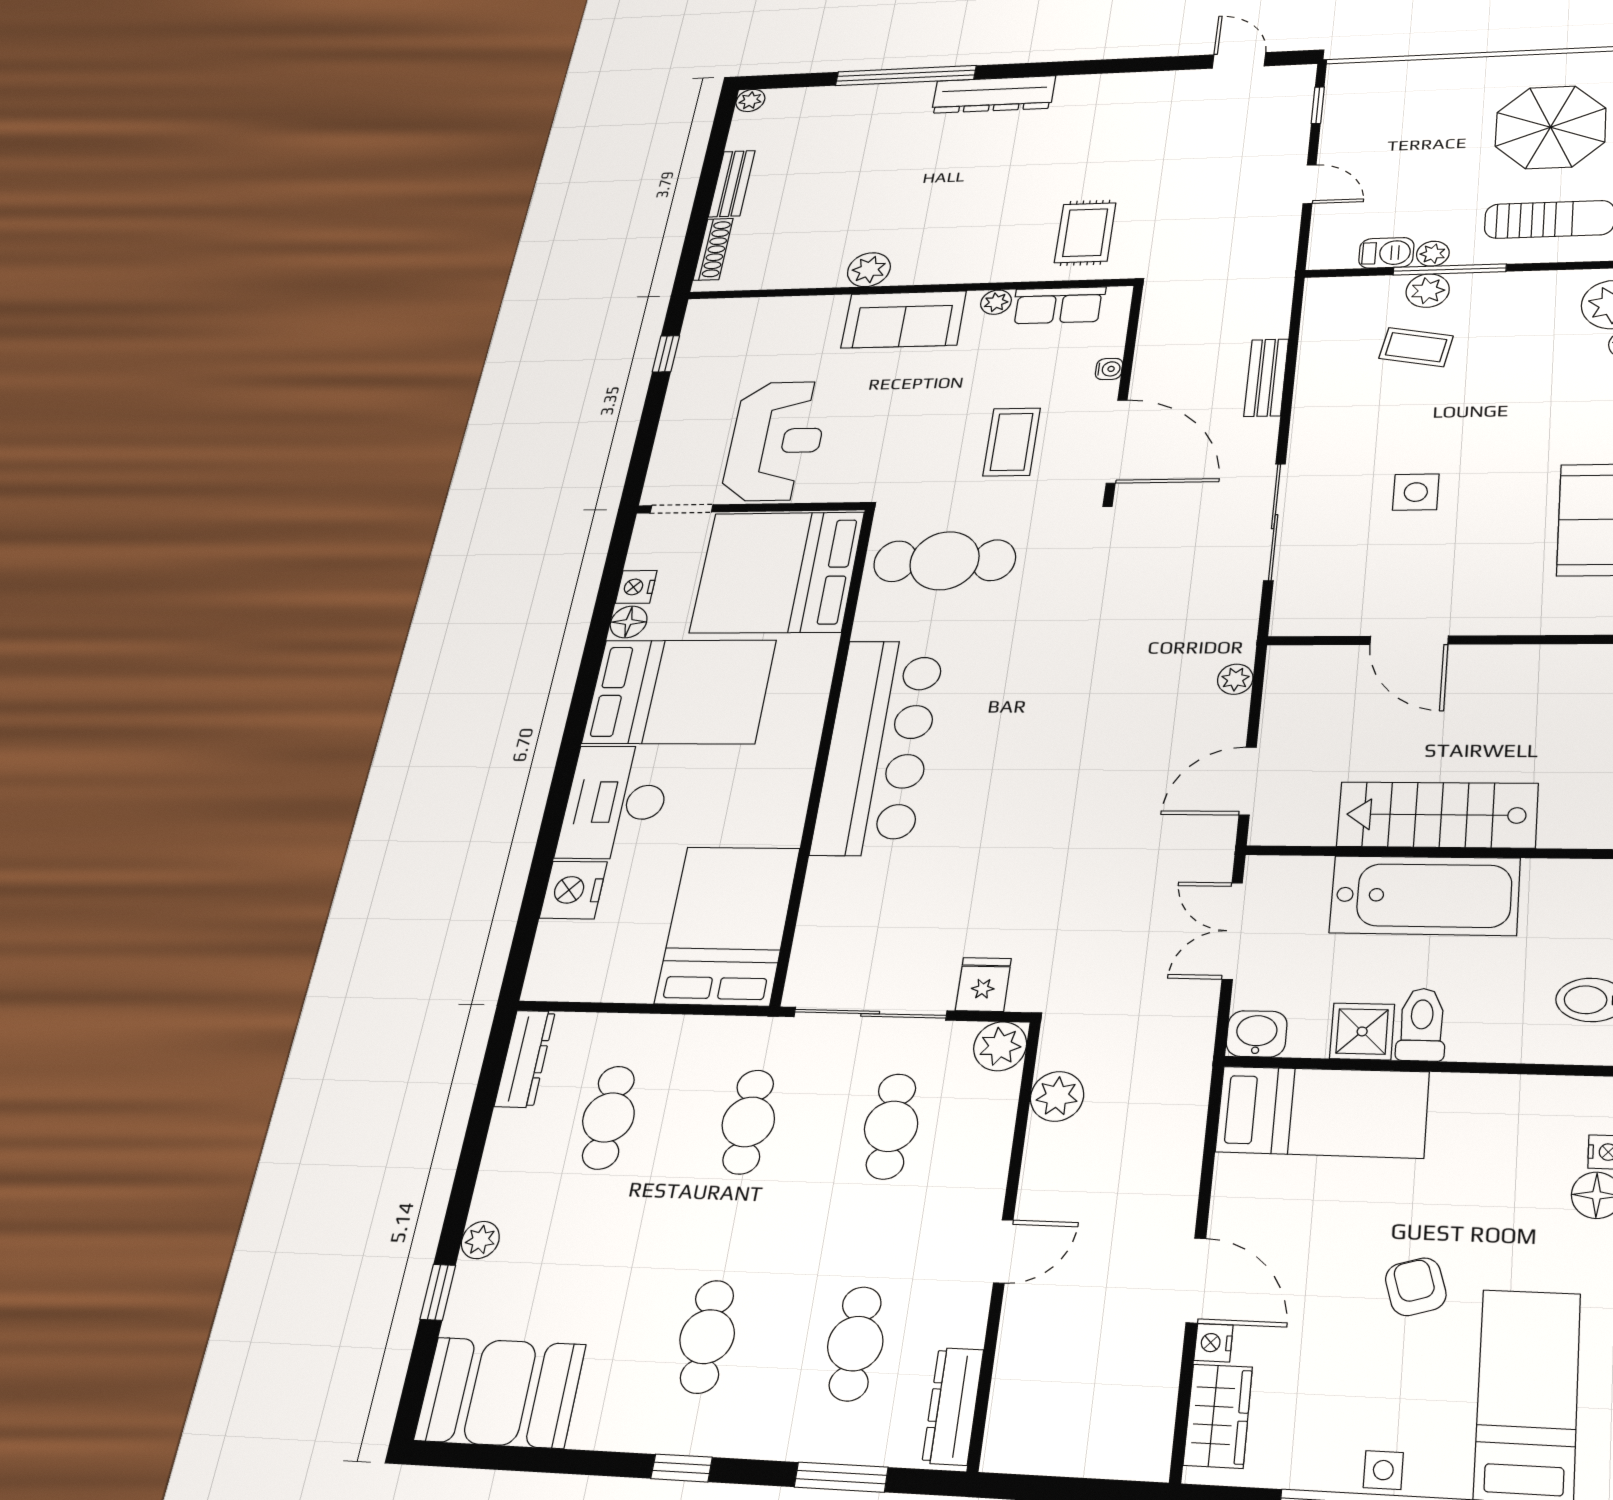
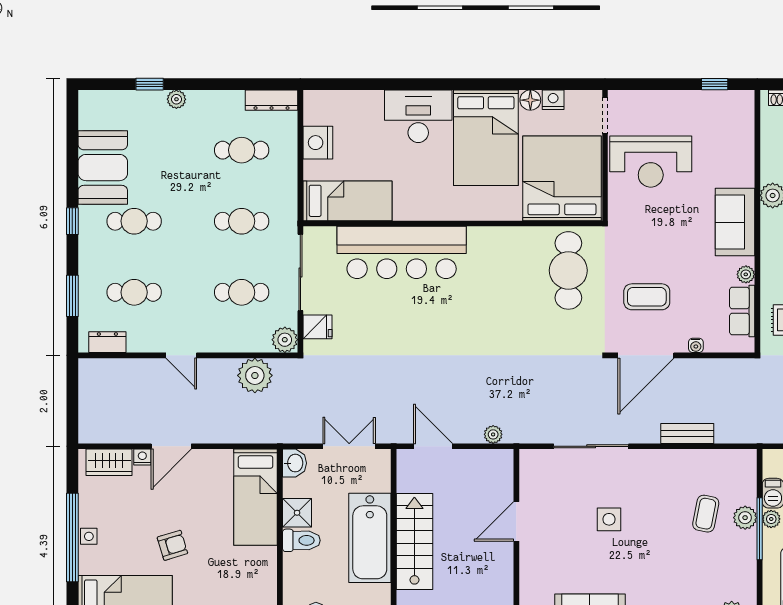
bar counter: (879, 746) -> (402, 252), moved
nightstand: (573, 890) -> (318, 143), moved, turned -90
bed: (728, 925) -> (347, 201), width x0.67
plant: (1057, 1096) -> (255, 375), width x1.36, depth x1.36
booth: (500, 1392) -> (103, 168), moved
dresser: (953, 1406) -> (107, 342), width x0.70

